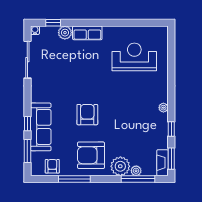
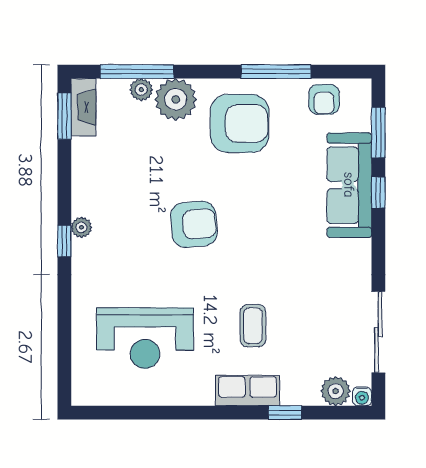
window: (53, 23) -> (285, 413), moved
plant: (65, 33) -> (336, 391), moved
coffee table: (85, 63) -> (253, 326), added
armchair: (87, 115) -> (194, 224), moved, turned -95
window: (171, 129) -> (64, 241), moved

